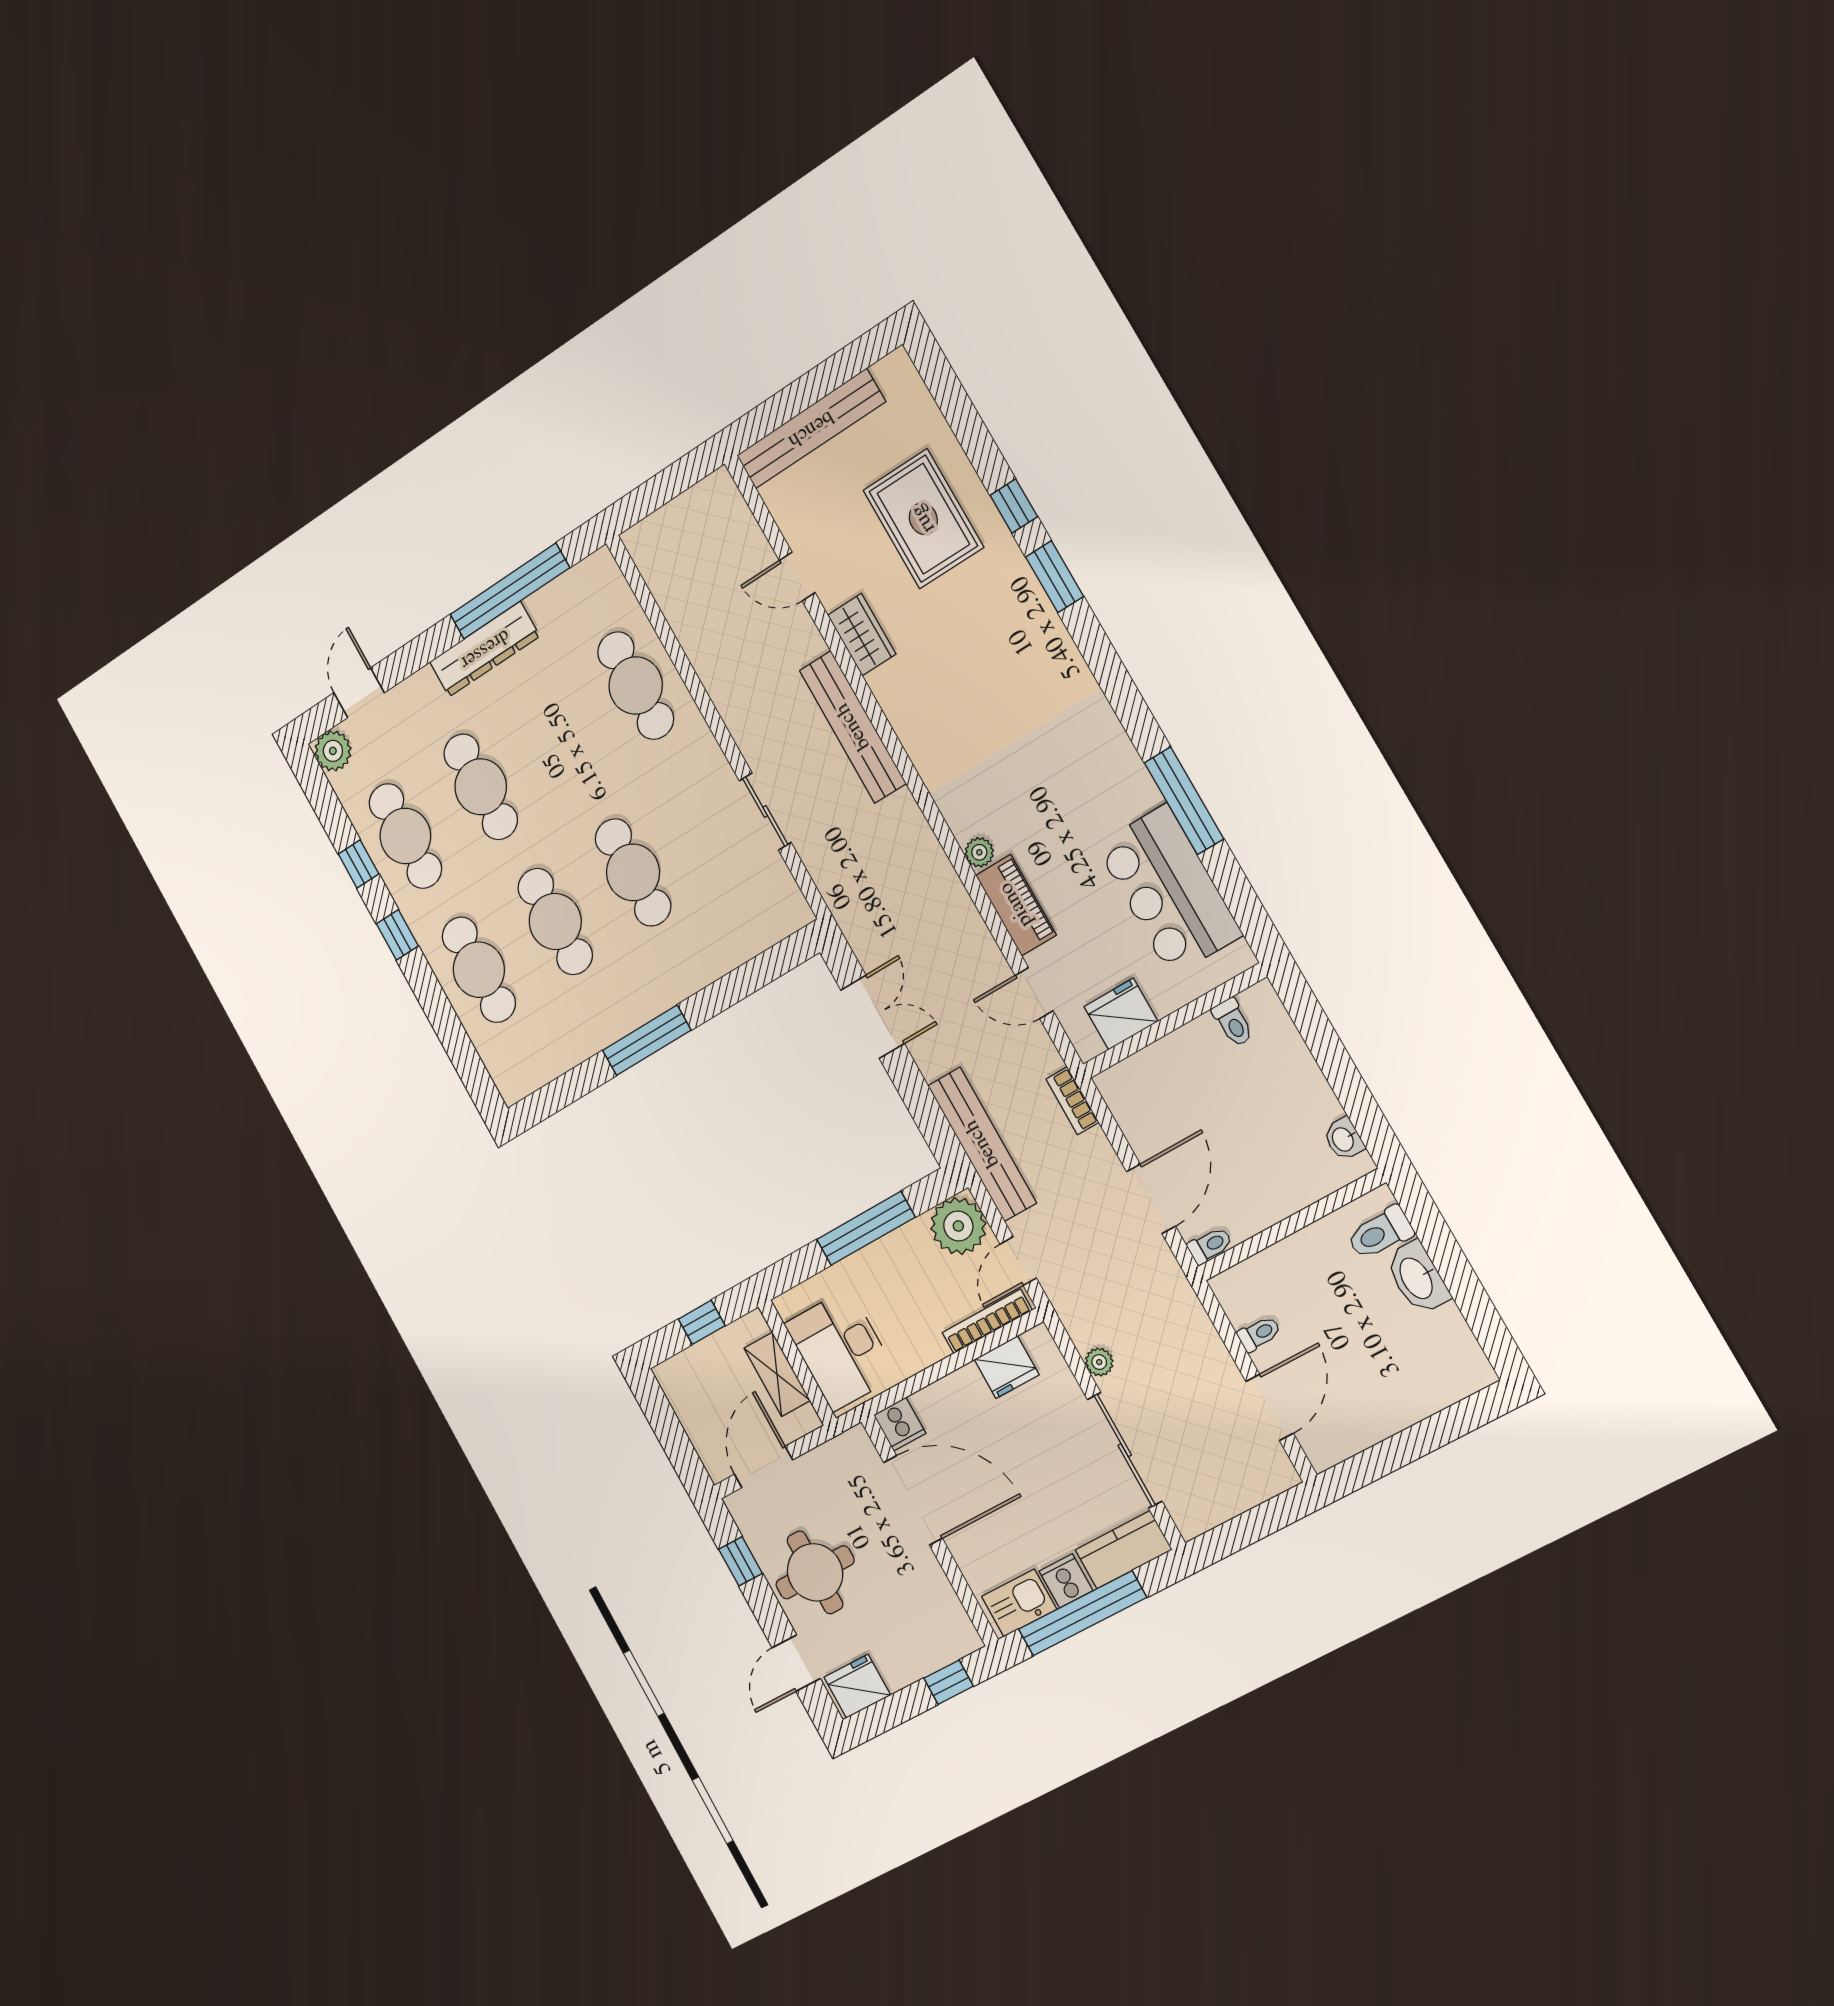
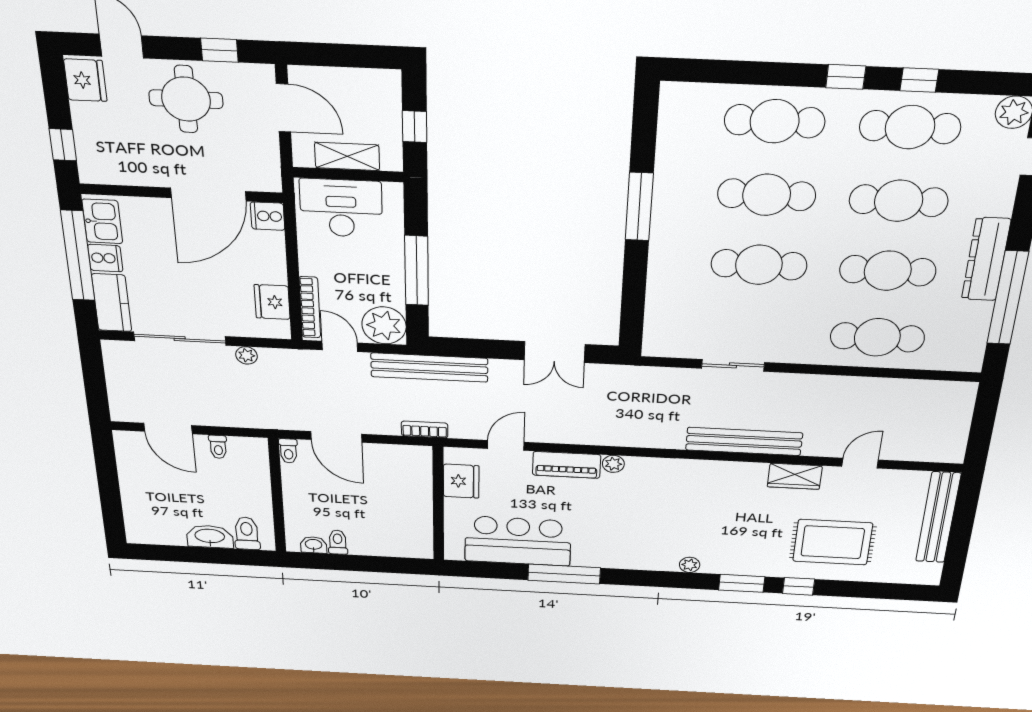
plant: (1068, 660) -> (690, 565), added
cafe table: (557, 737) -> (888, 271), added
toilet: (1233, 1022) -> (338, 542), moved, turned 90

